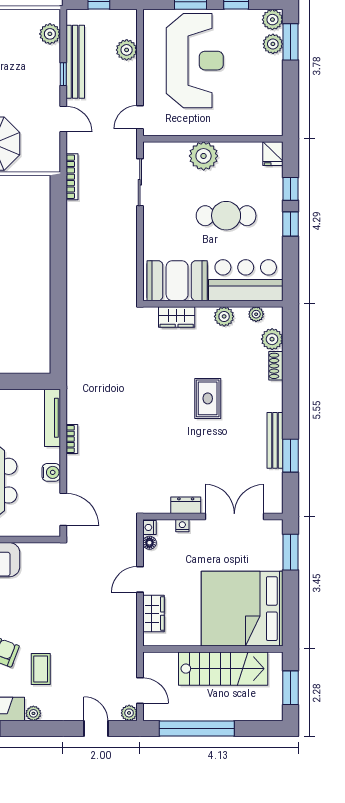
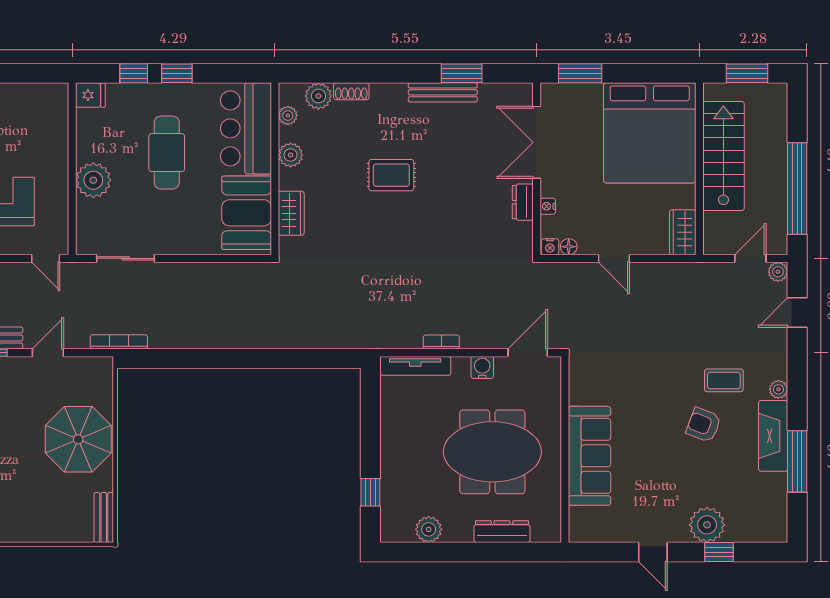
wardrobe: (153, 614) -> (683, 232), moved, turned -90

